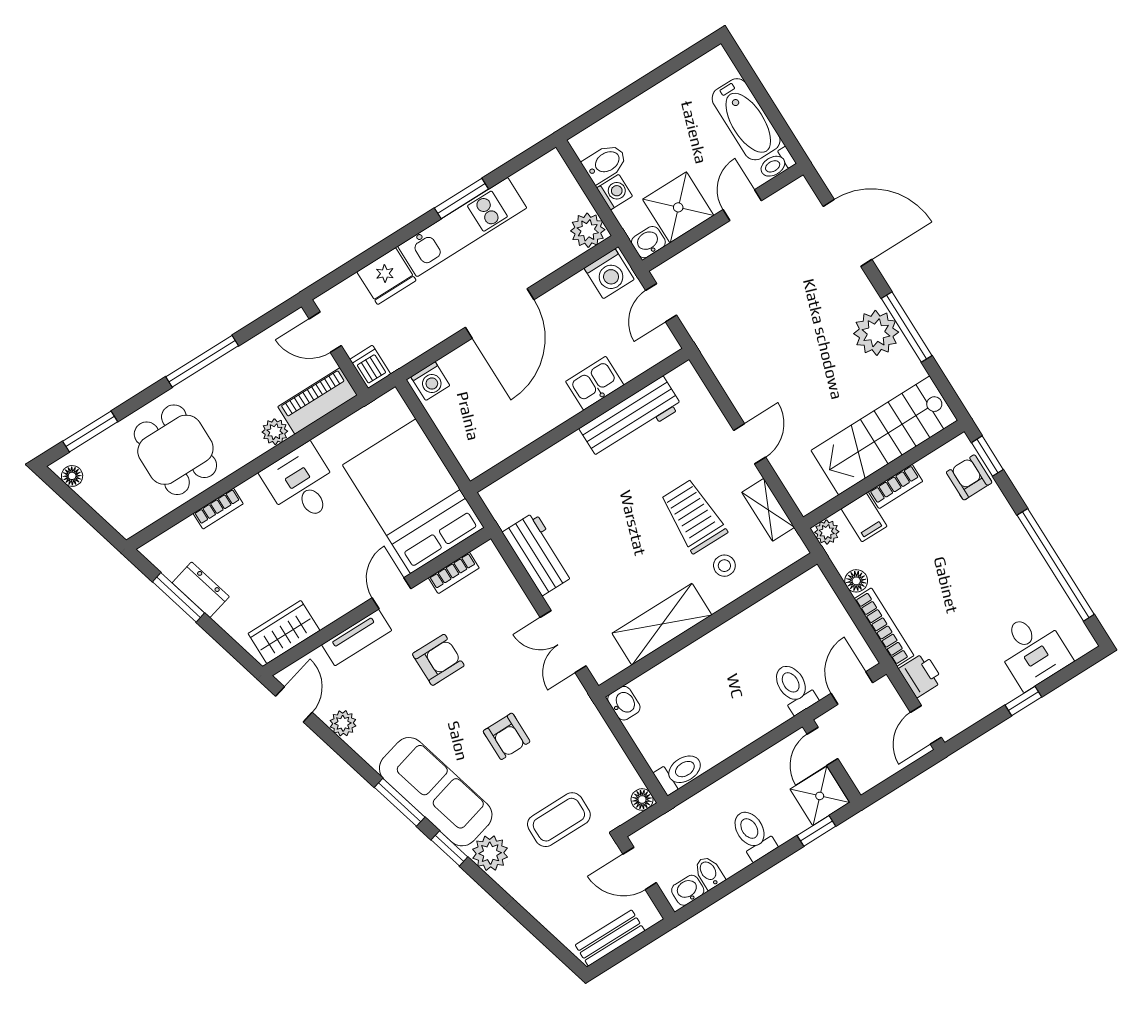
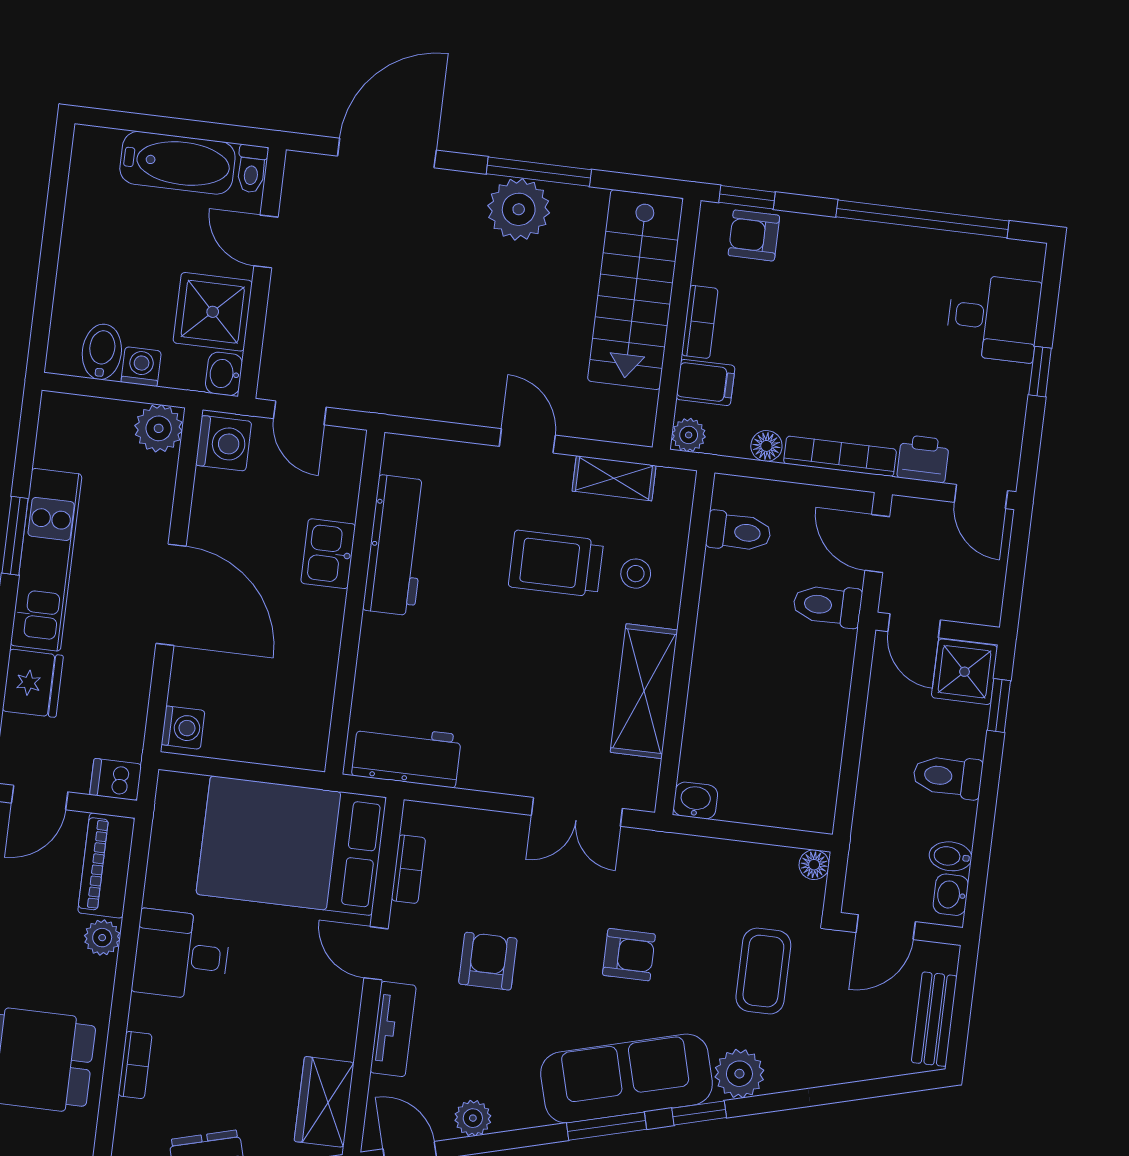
workbench: (538, 554) -> (407, 755), moved
toilet: (680, 772) -> (739, 532), moved, turned 90

